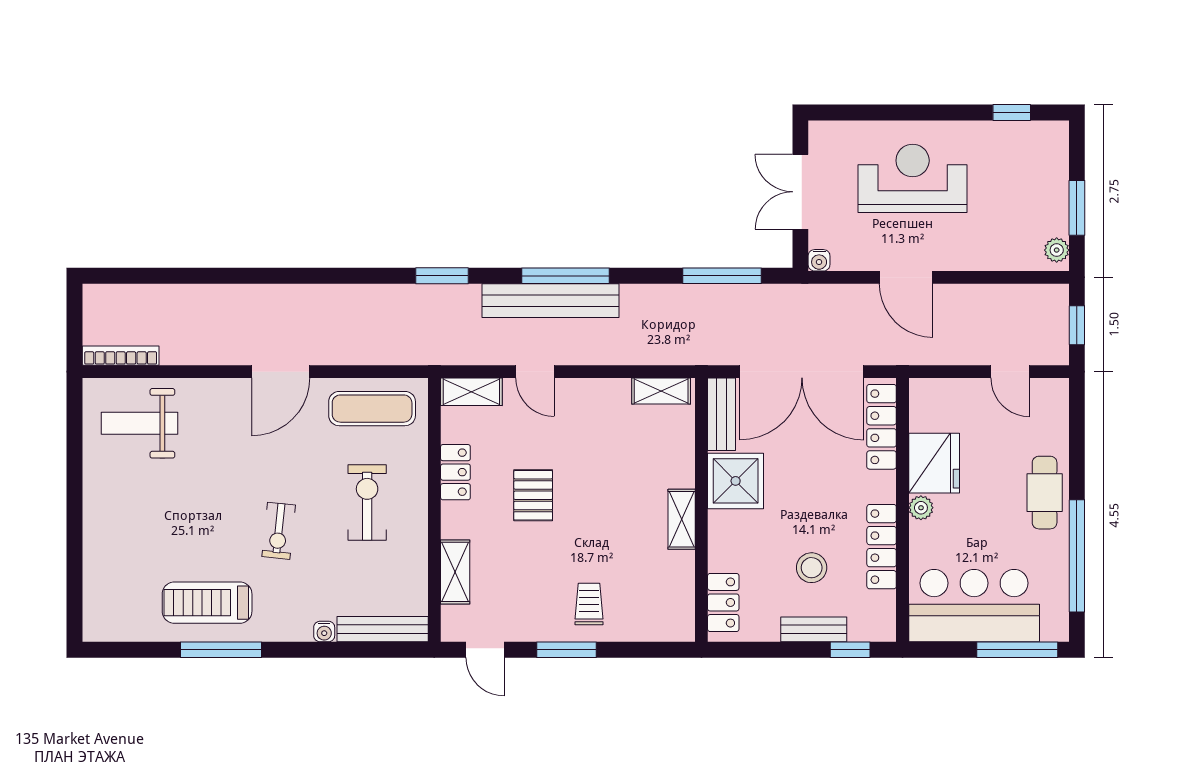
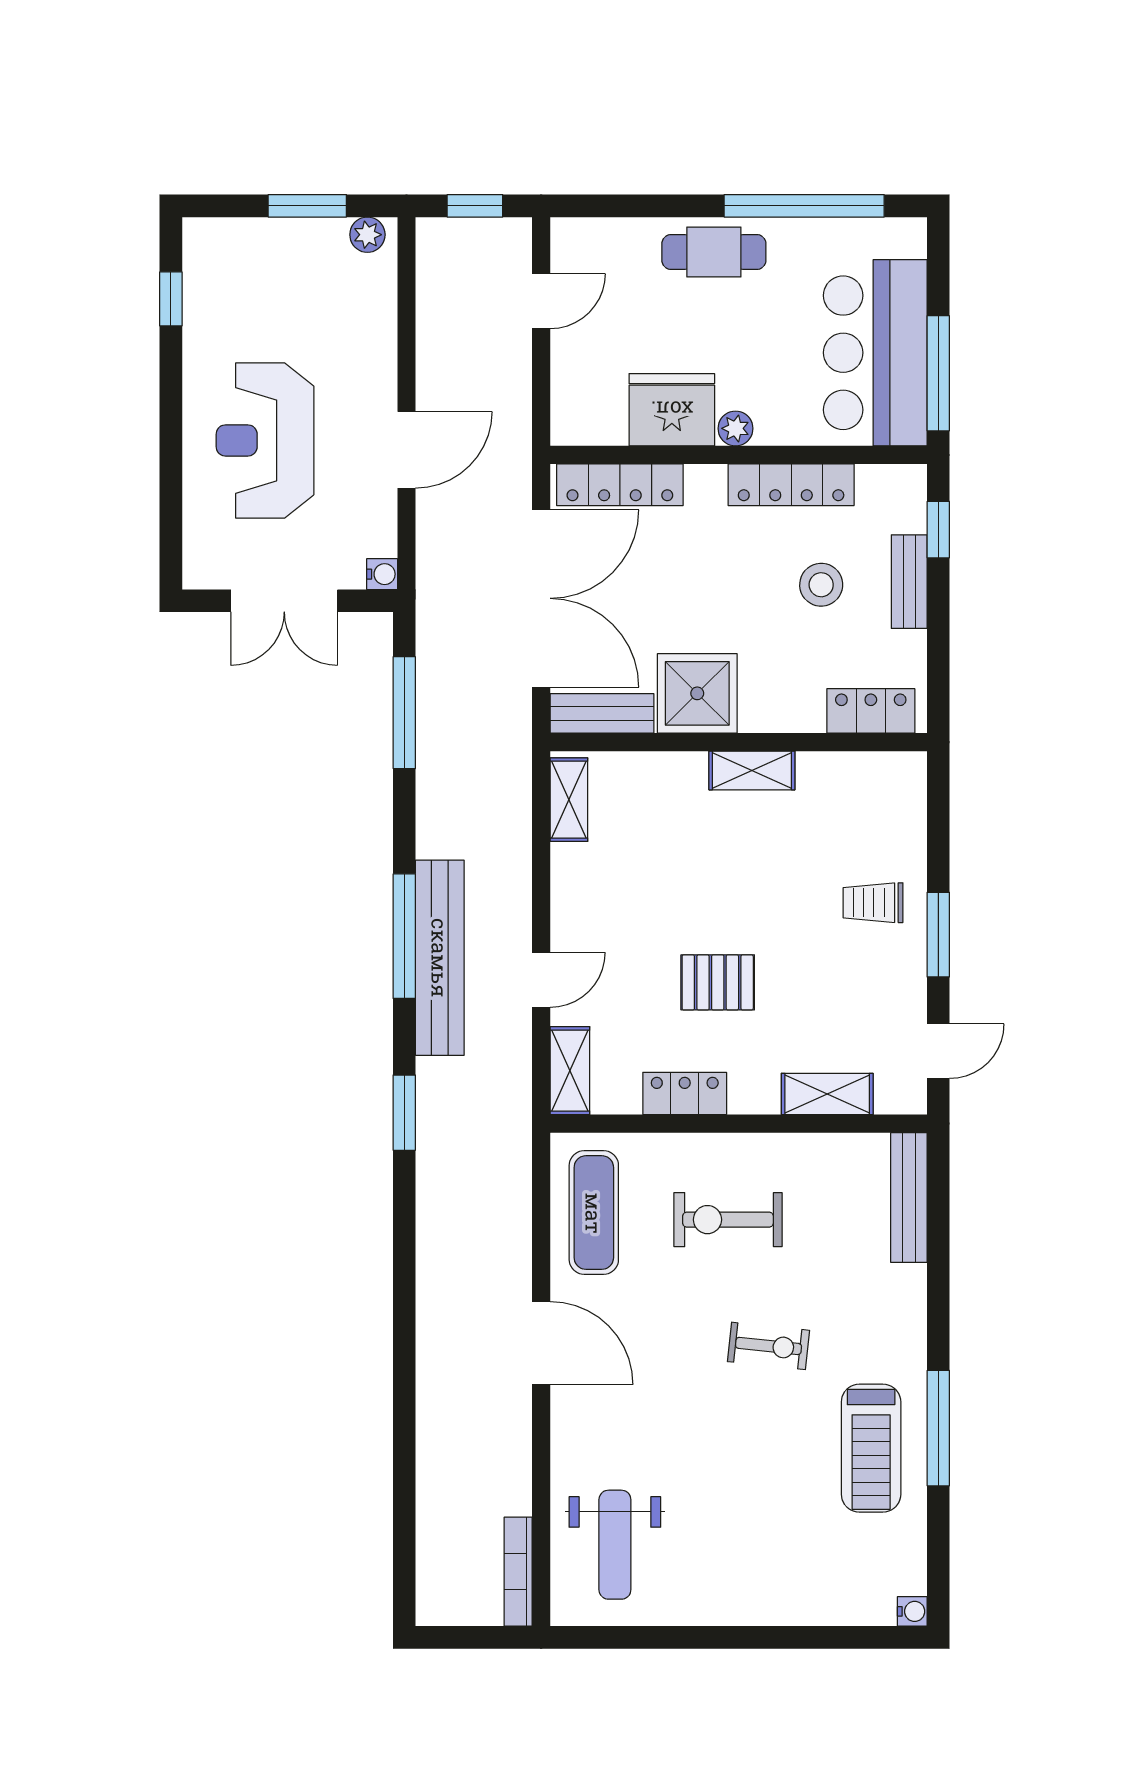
water cooler: (324, 631) -> (912, 1611), moved
window: (1017, 650) -> (938, 373), moved

